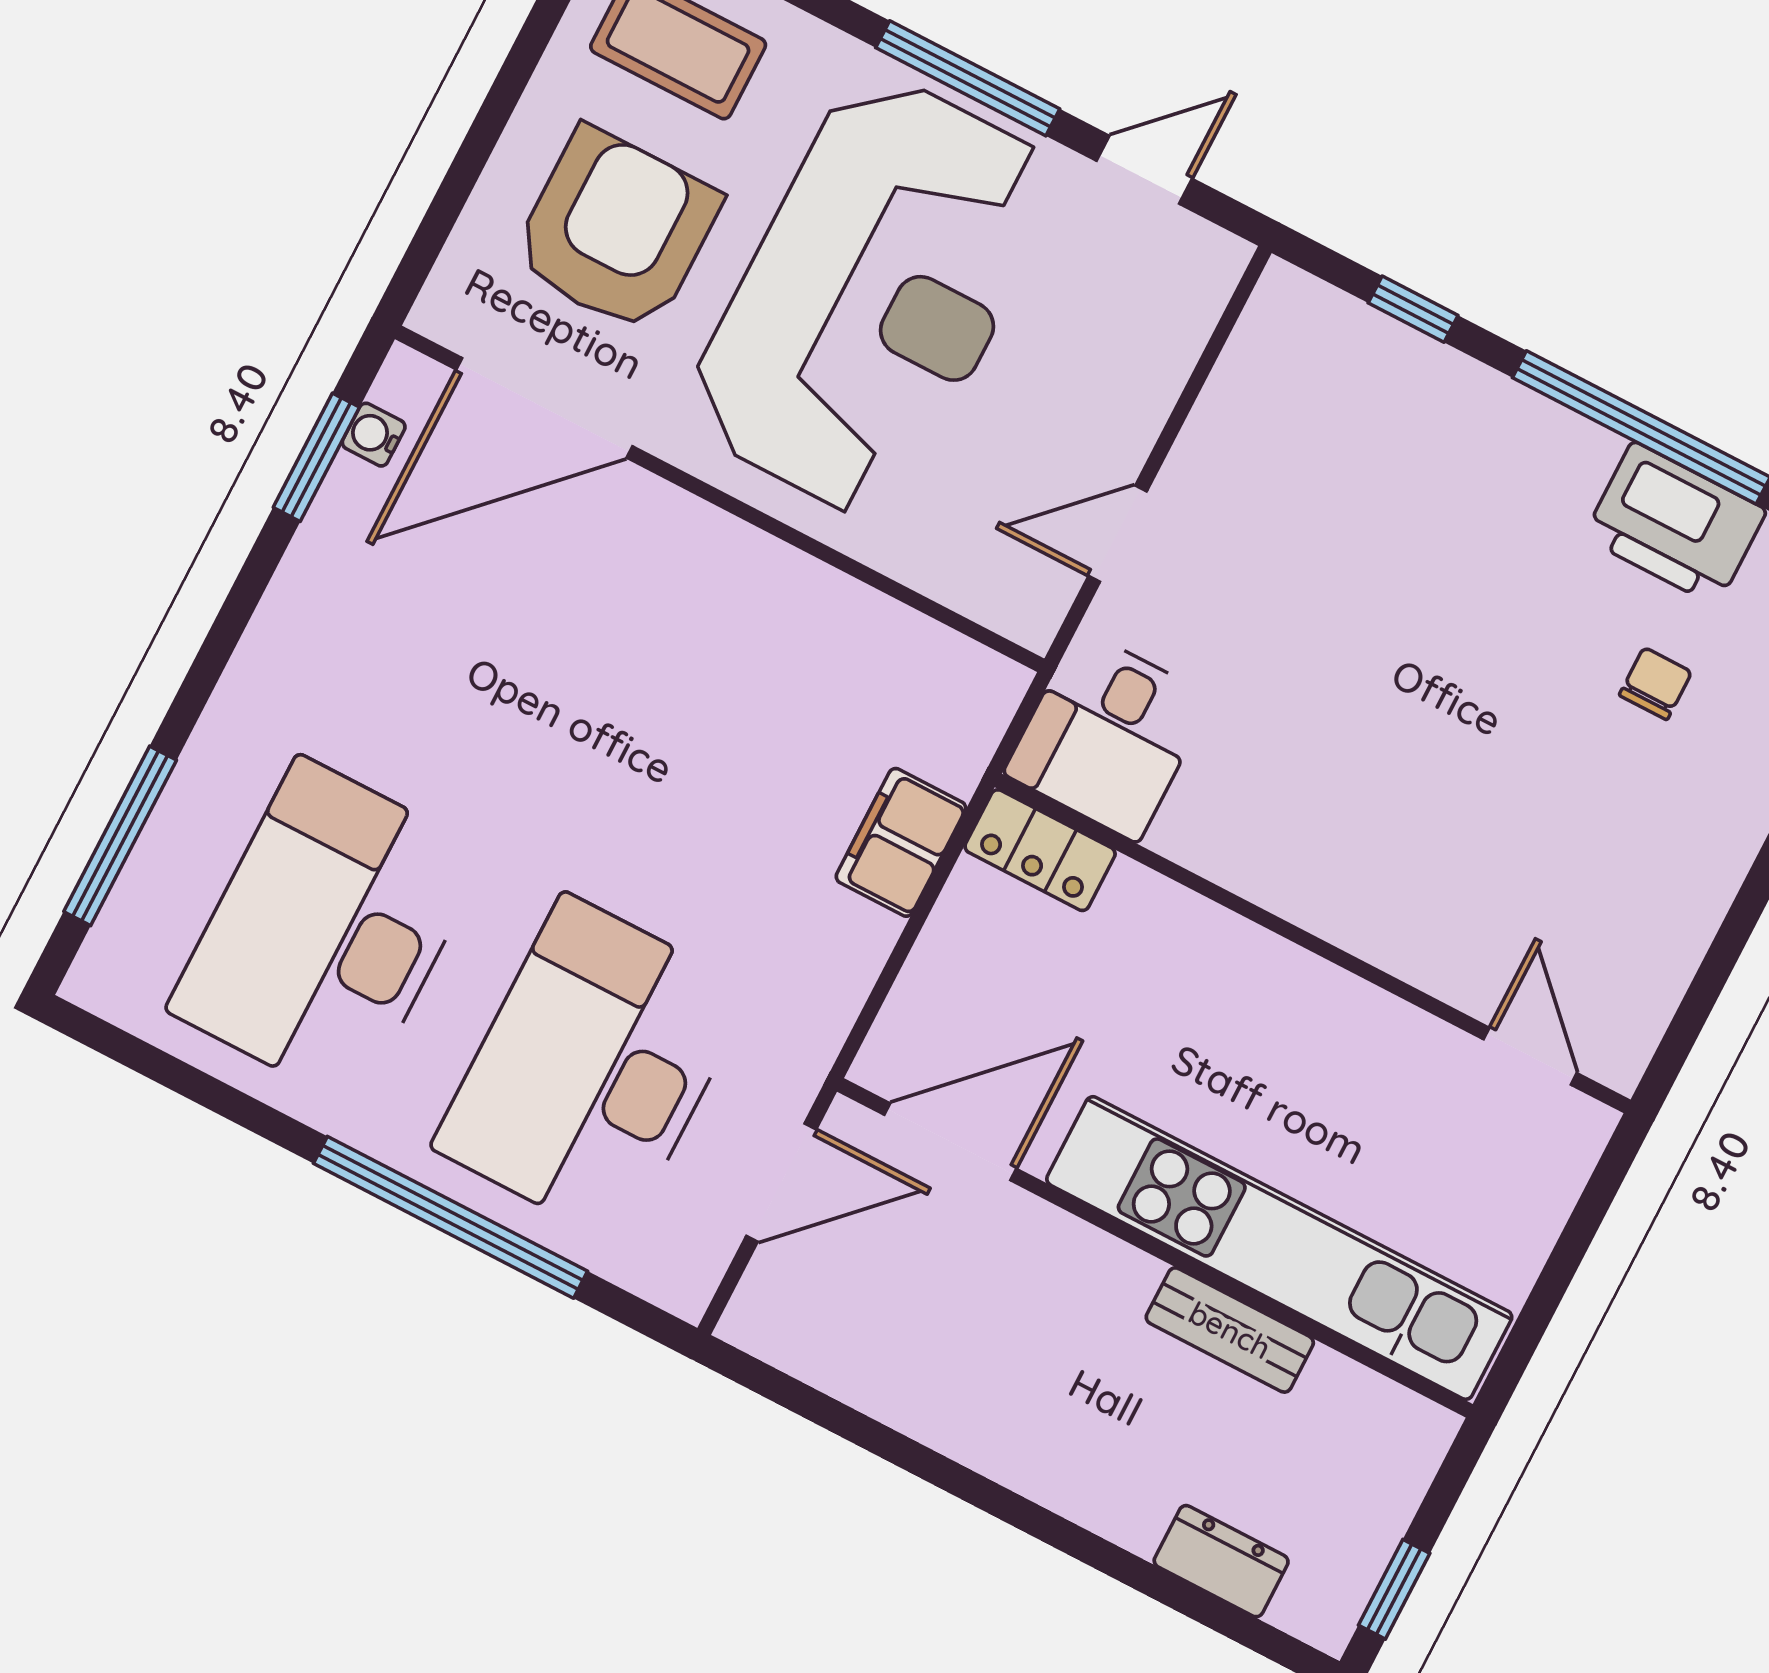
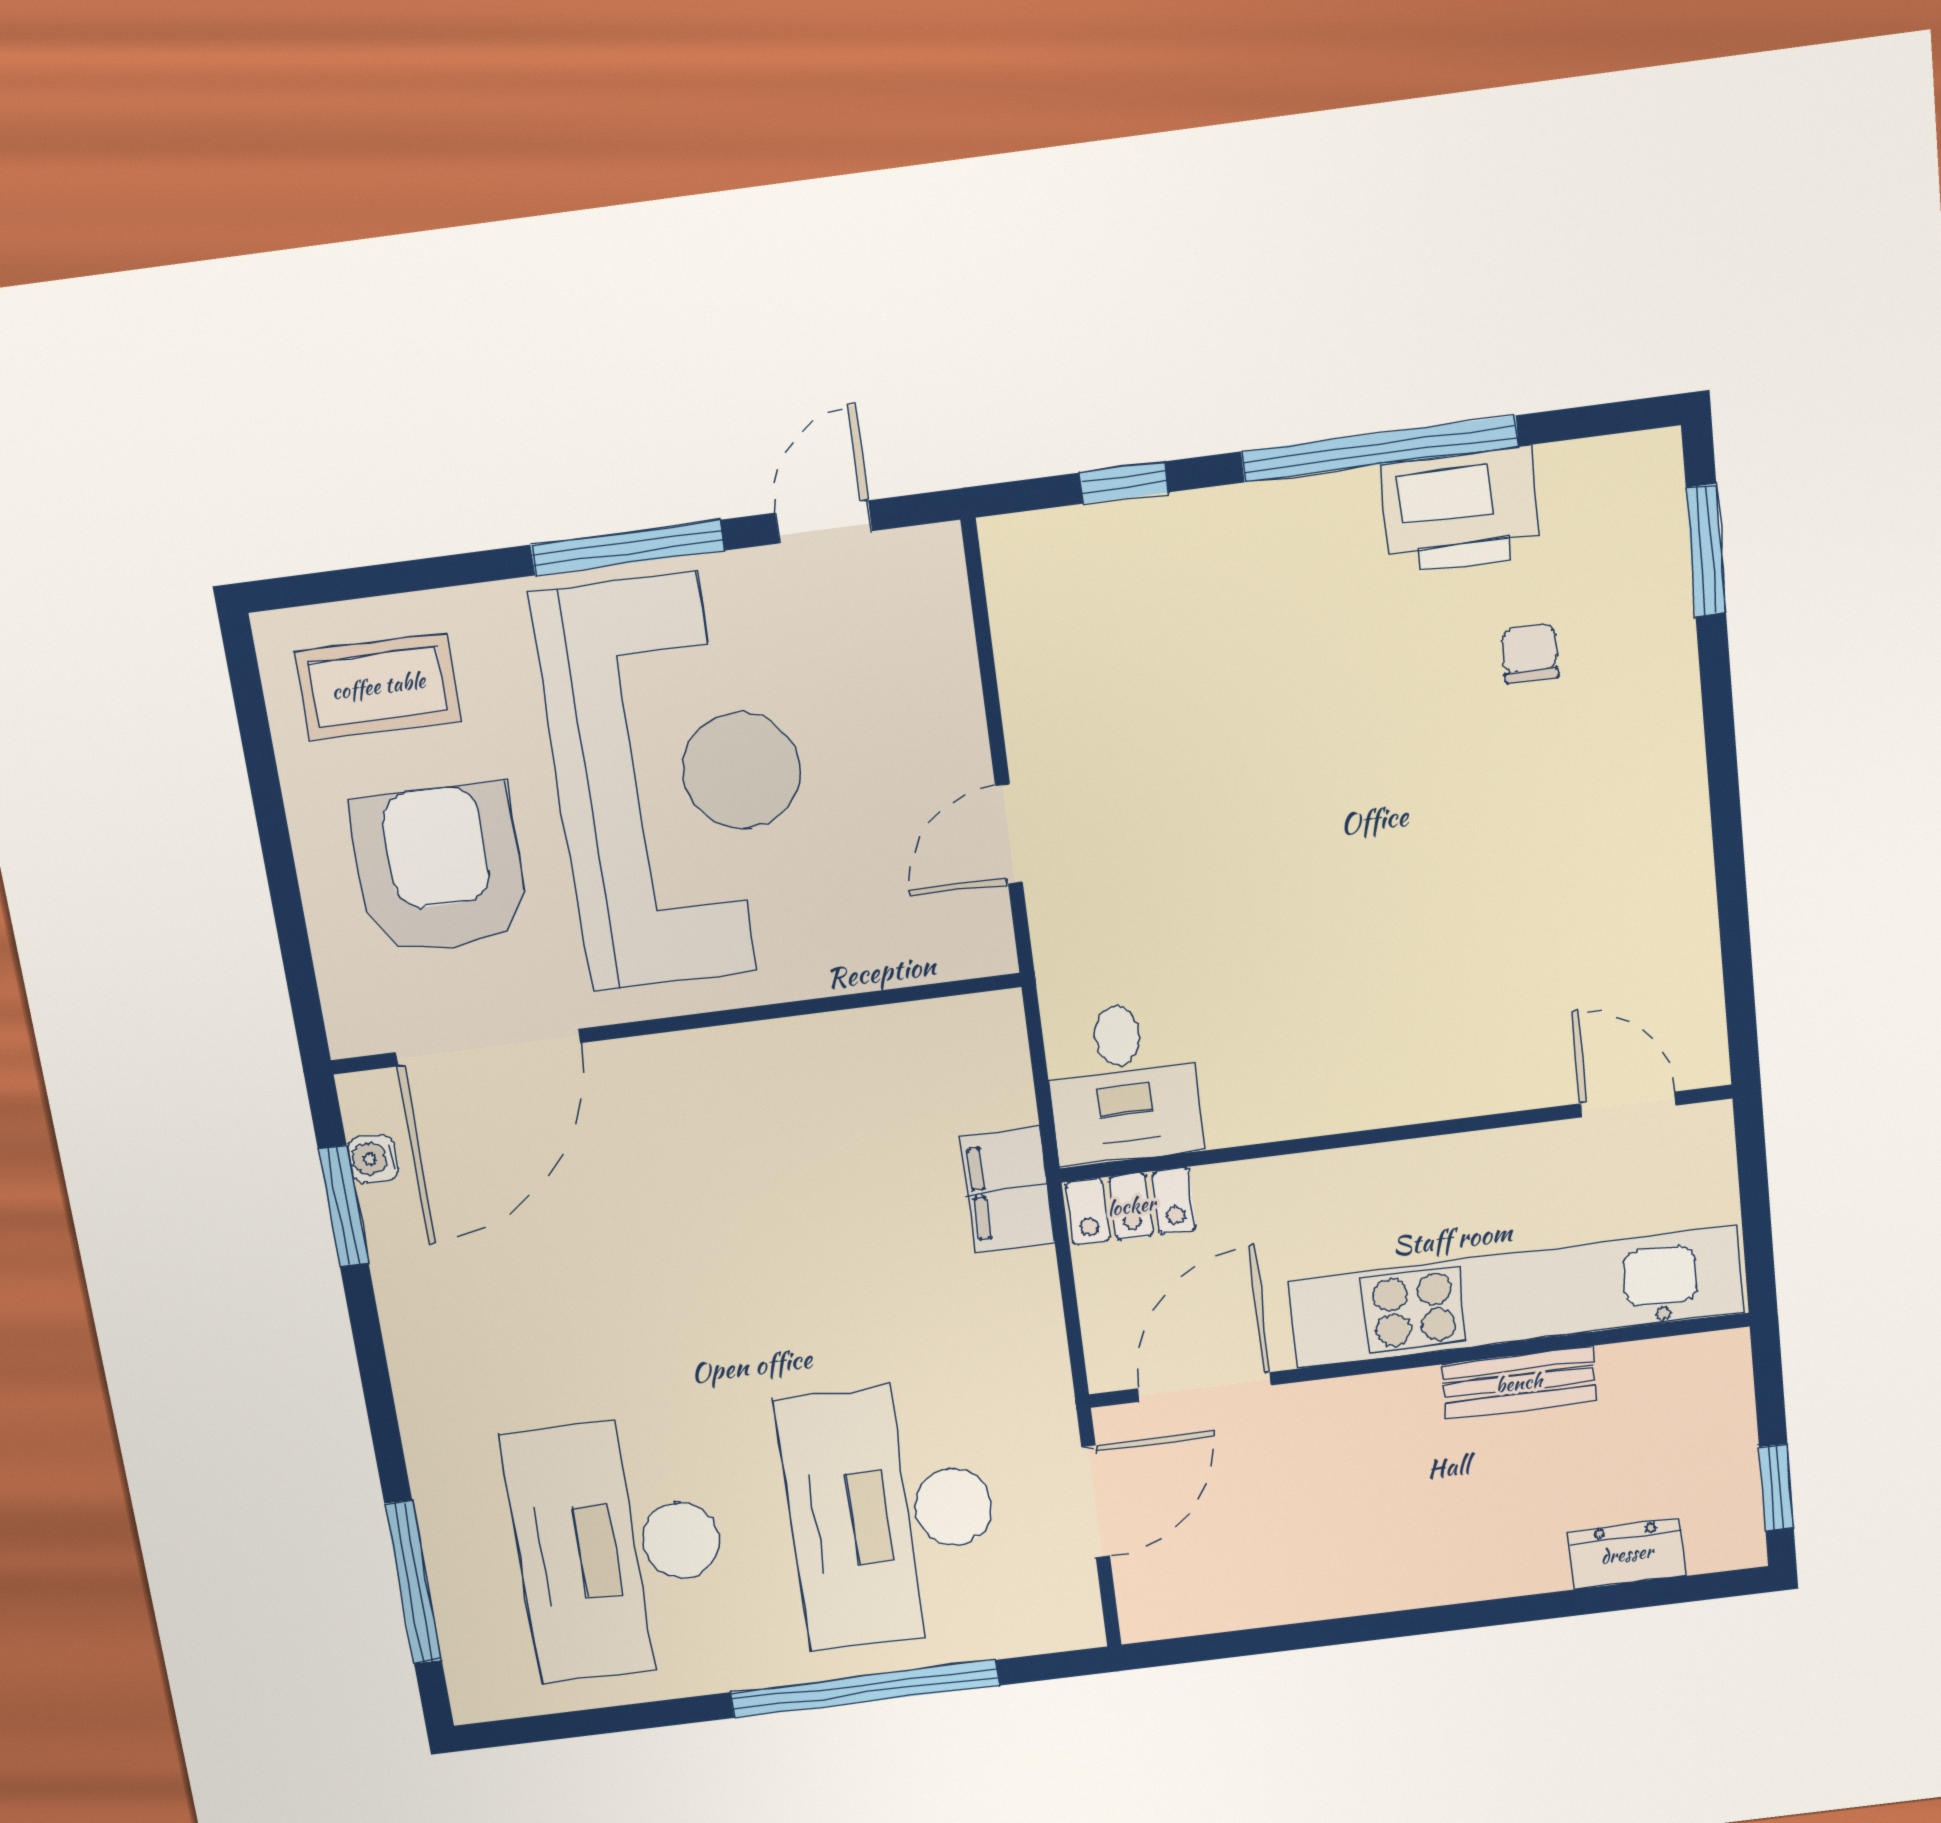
desk: (1108, 736) -> (1123, 1083), moved
locker: (1040, 850) -> (1131, 1206), moved
wall: (1313, 943) -> (1395, 1134), moved
door: (1530, 1056) -> (1628, 1104), moved

